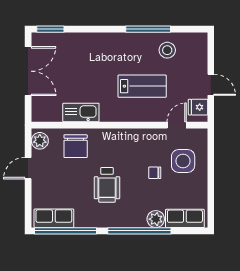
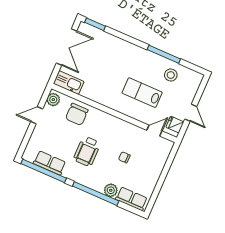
lab bench: (142, 86) -> (142, 93), turned 180
kitchen sink: (81, 112) -> (69, 83), moved
side table: (183, 161) -> (148, 158), removed
row of seats: (54, 218) -> (50, 163), moved

